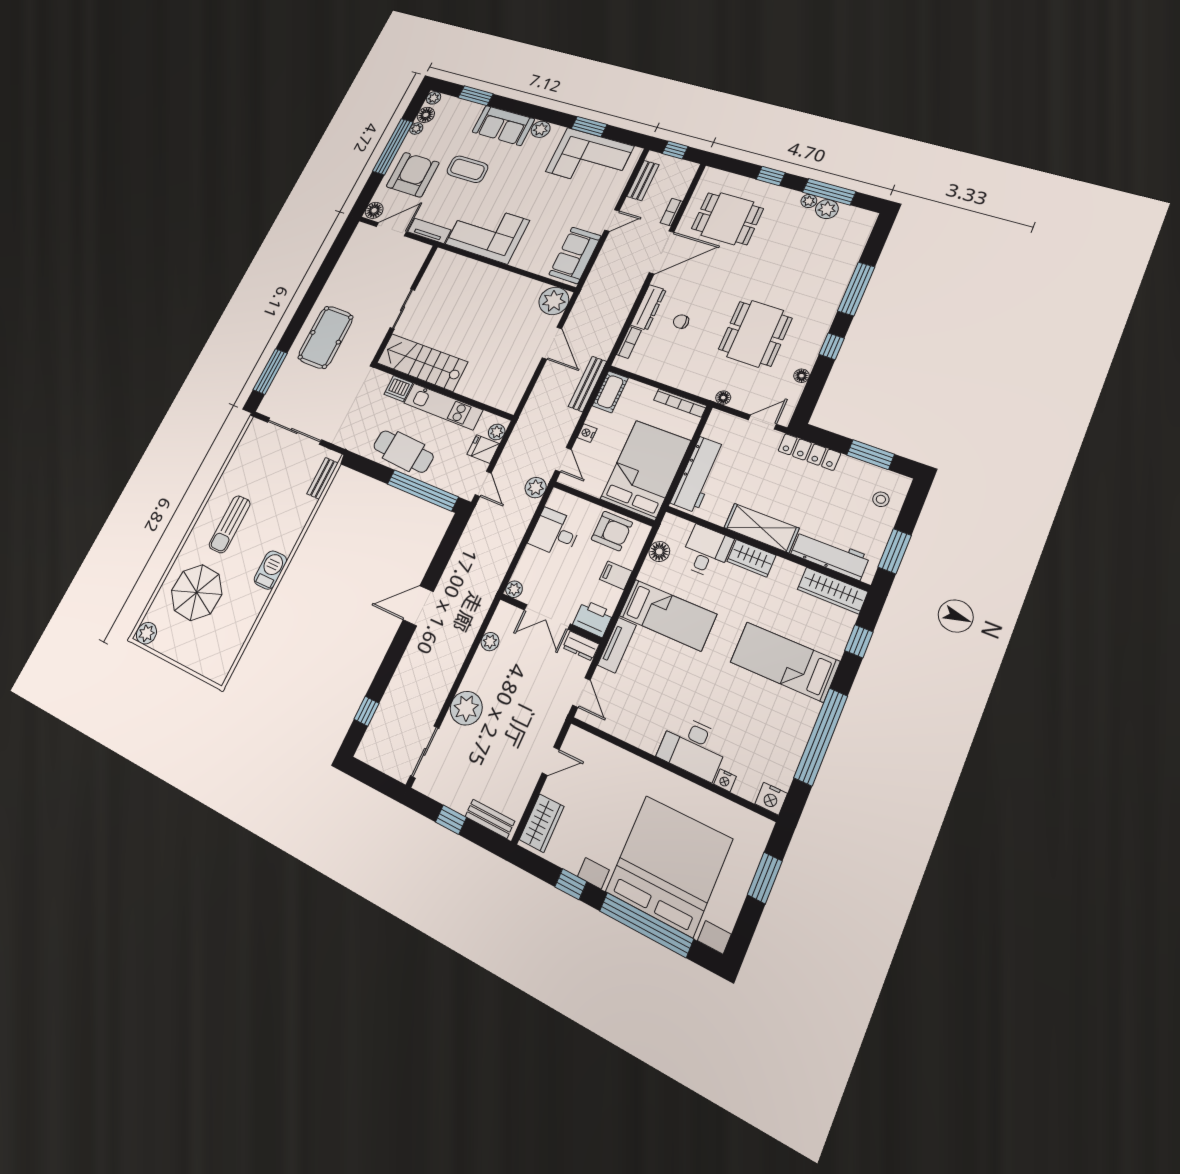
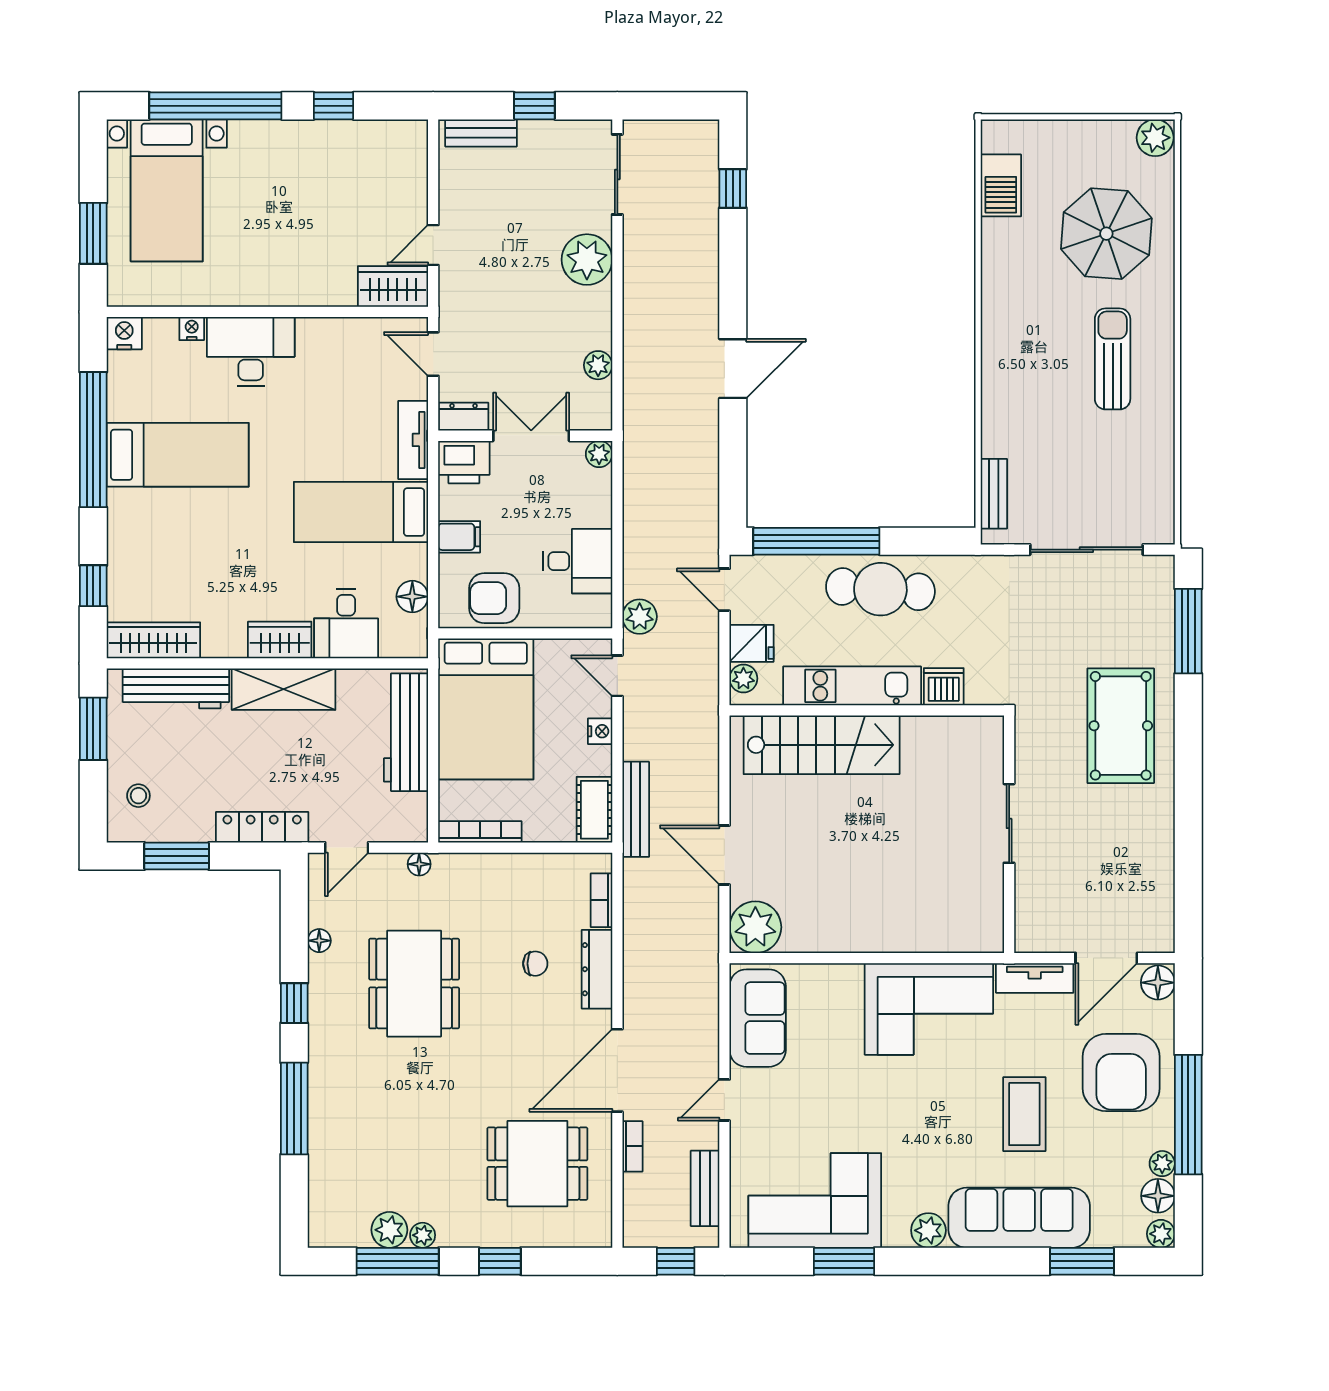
sofa: (503, 126) -> (1019, 1218), width x1.36
coffee table: (467, 169) -> (1024, 1114), turned 90
stairs: (422, 362) -> (822, 745), moved
barbecue: (270, 570) -> (1001, 185), moved
bed: (785, 662) -> (178, 455), moved
wardrobe: (542, 823) -> (393, 286), moved, turned 90
bed with nightstands: (669, 865) -> (167, 190), width x0.54

